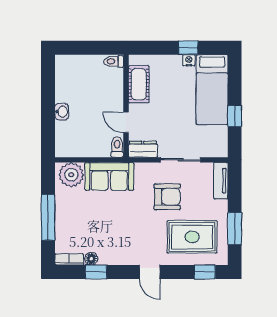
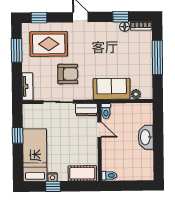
cot: (139, 84) -> (82, 173), moved, turned 90
washbasin: (62, 112) -> (146, 137), width x1.91, depth x1.45
plant: (71, 175) -> (136, 94), width x0.53, depth x0.53
armchair: (167, 197) -> (68, 74), turned 180

